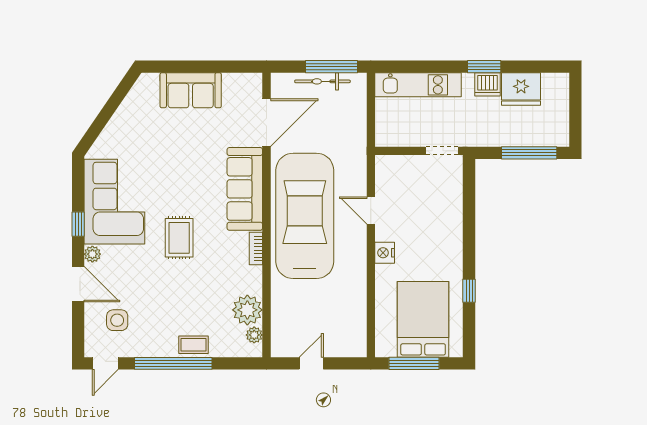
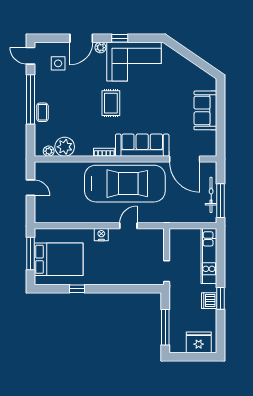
fridge: (521, 89) -> (199, 342), moved, turned 90
rug: (179, 238) -> (111, 103), turned 90

